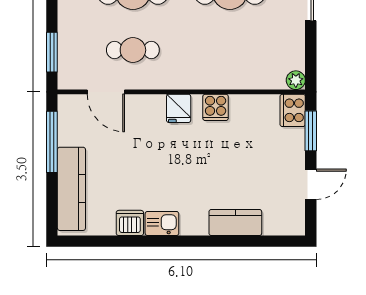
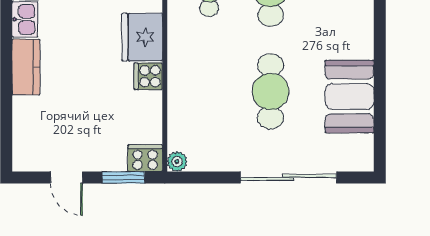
fridge: (179, 108) -> (142, 37), width x1.88, depth x1.34
kitchen counter: (235, 222) -> (26, 67), moved

